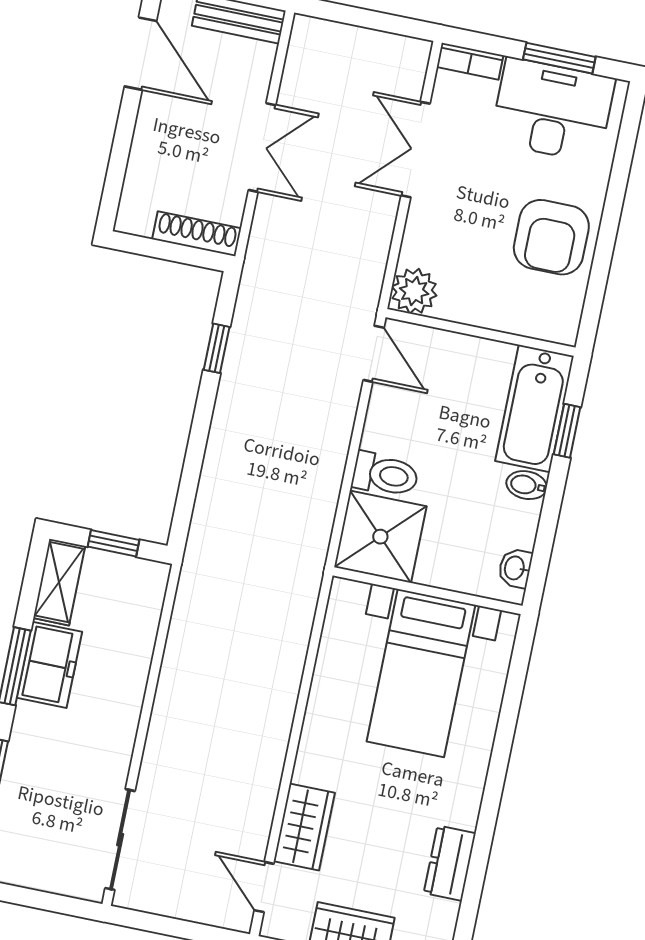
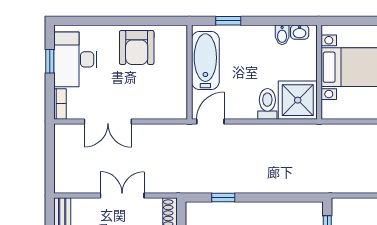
window: (559, 58) -> (50, 61), width x0.67
armchair: (551, 237) -> (137, 47), turned 90
plant: (414, 291) -> (176, 108), removed
bathtub: (534, 408) -> (205, 60), moved, turned -90
bidet: (527, 485) -> (282, 35), moved

